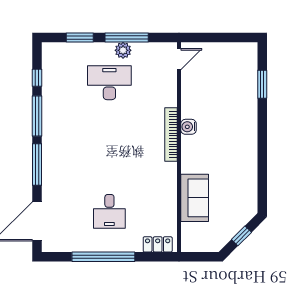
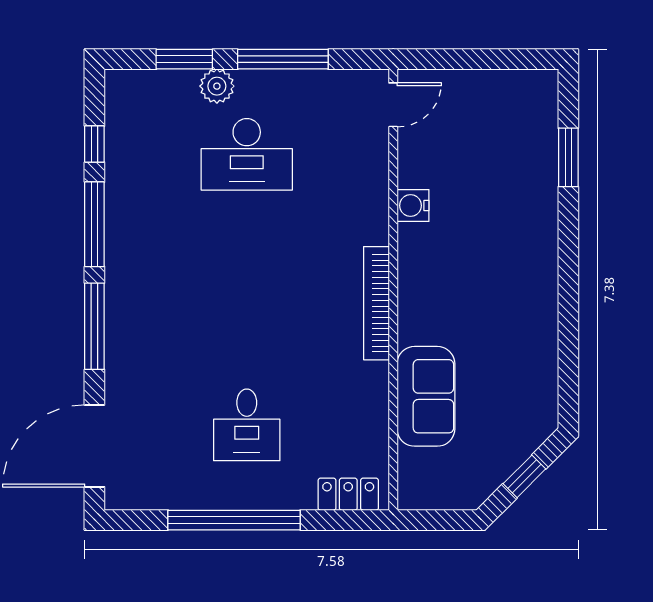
plant: (123, 50) -> (217, 86), moved
desk: (109, 83) -> (247, 154), turned 180
water cooler: (188, 127) -> (413, 206), moved
bookcase: (171, 134) -> (376, 303), moved

